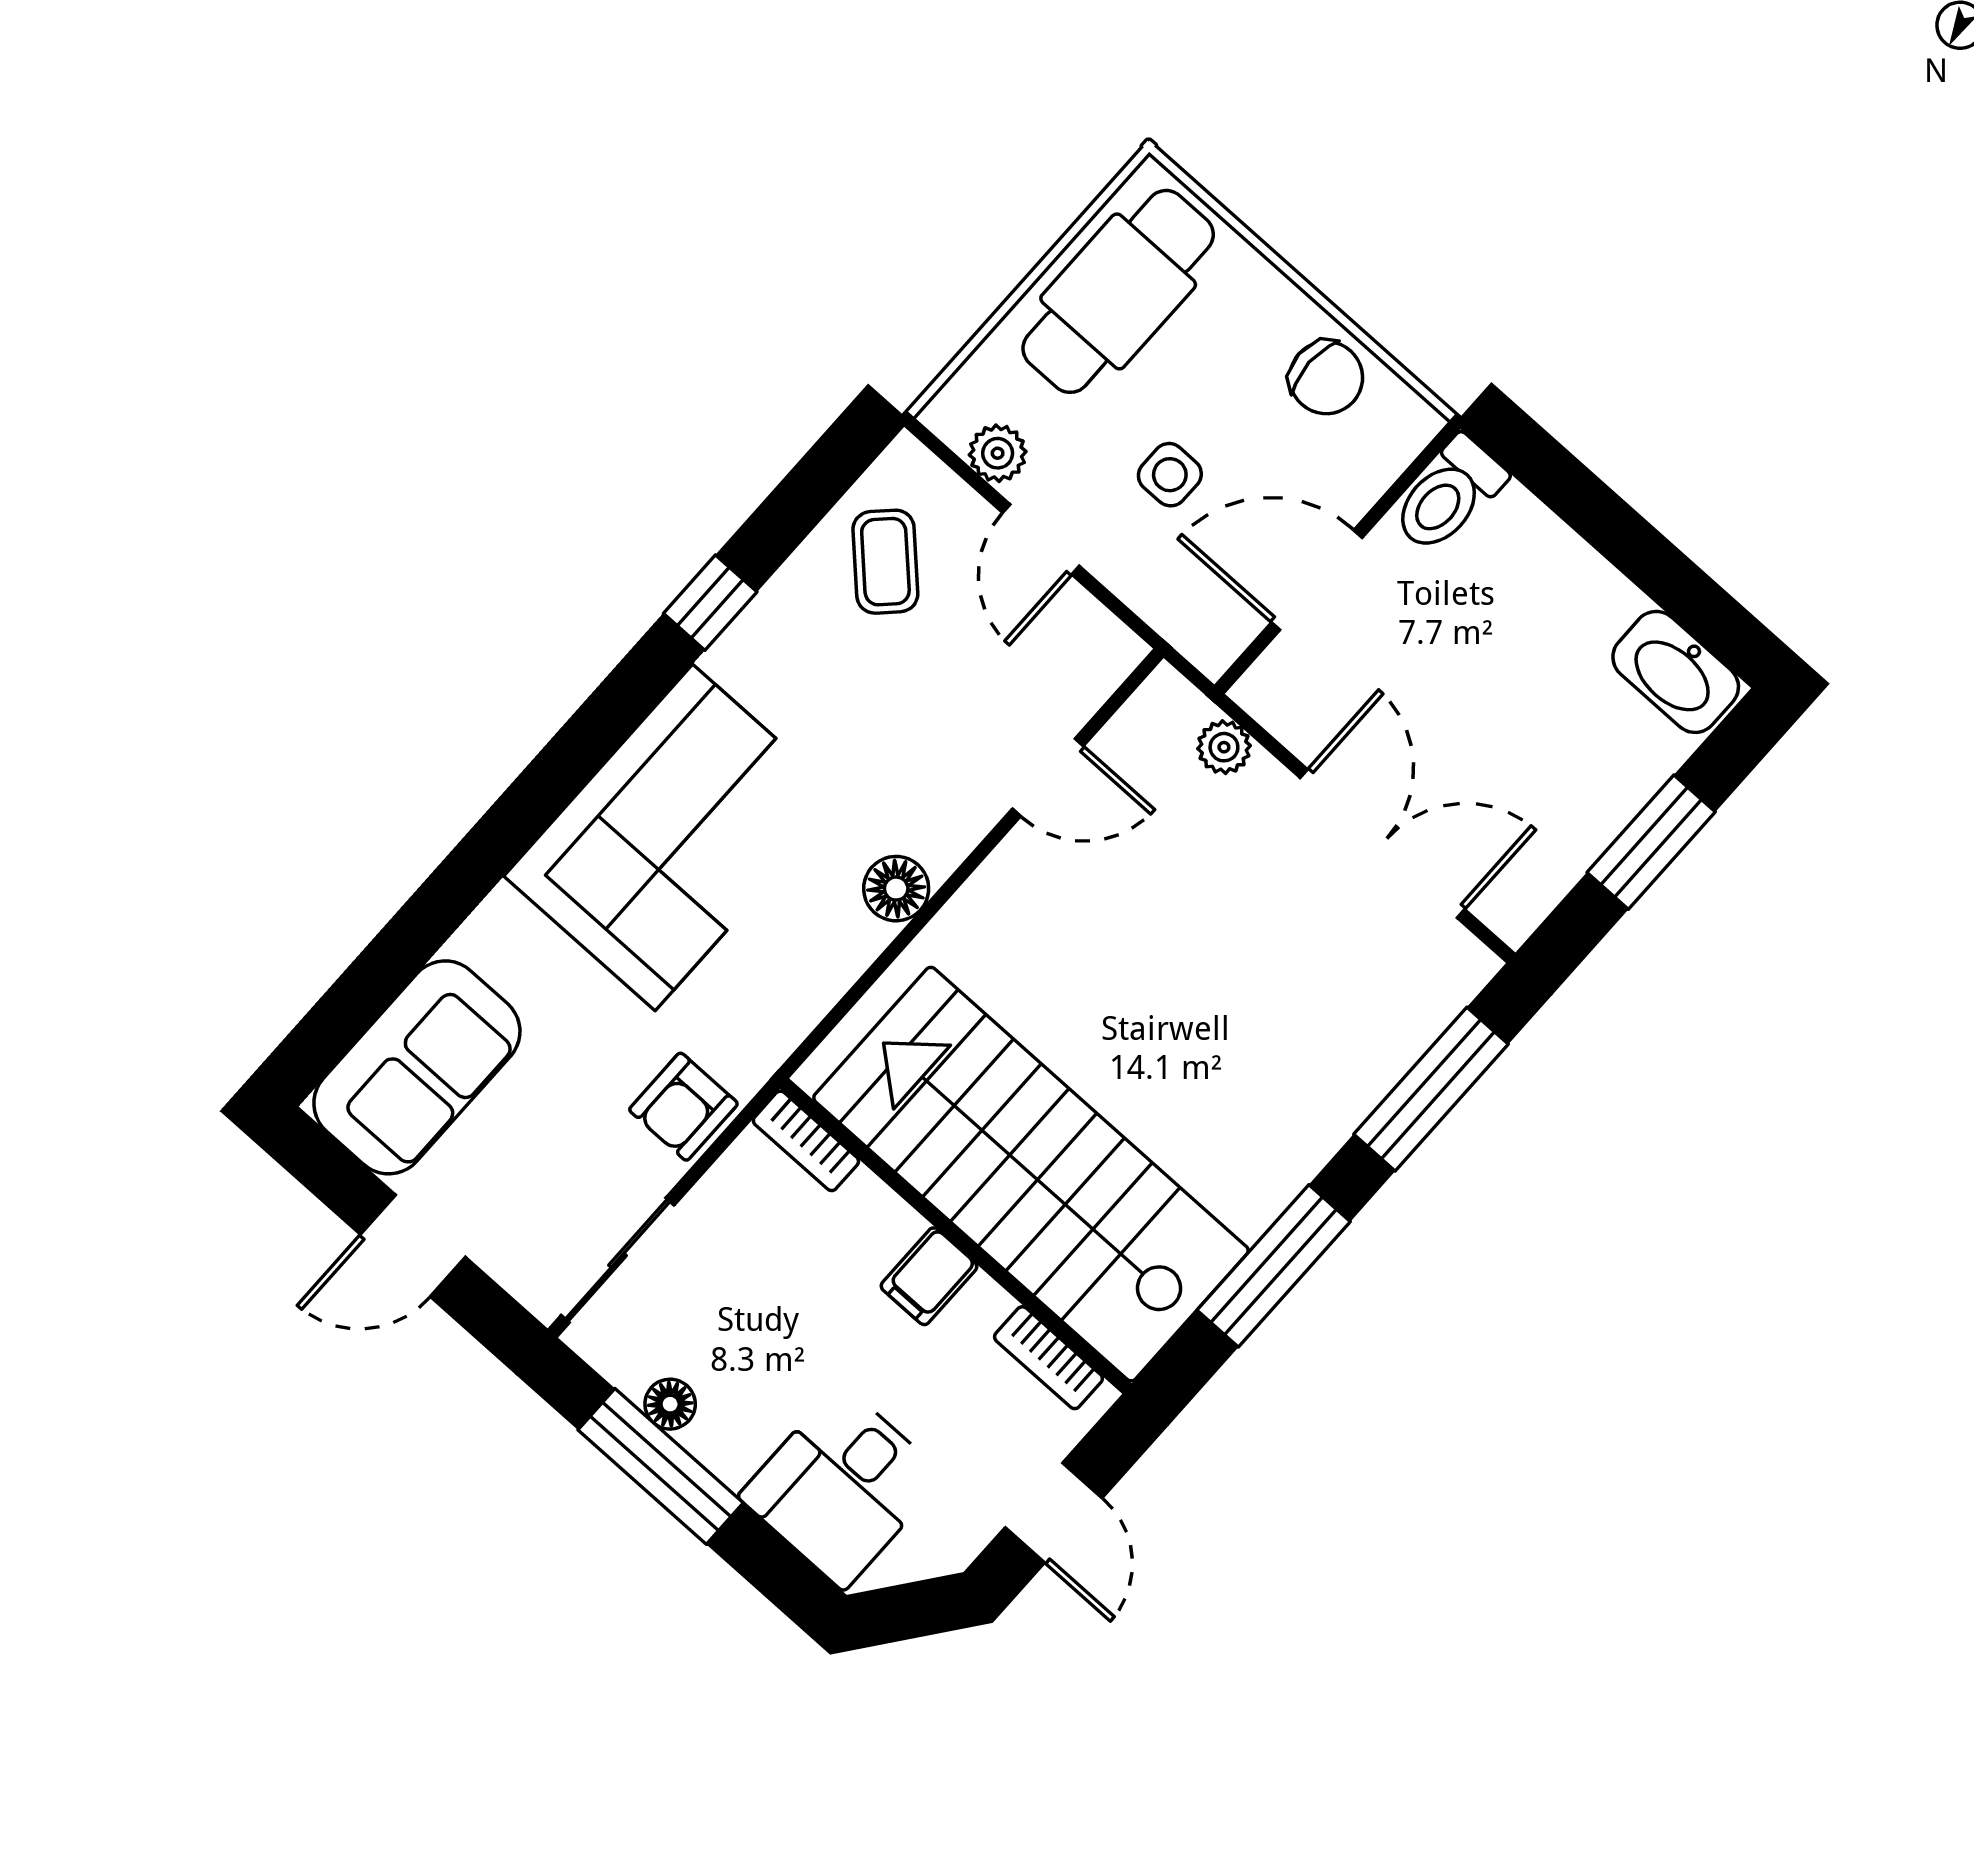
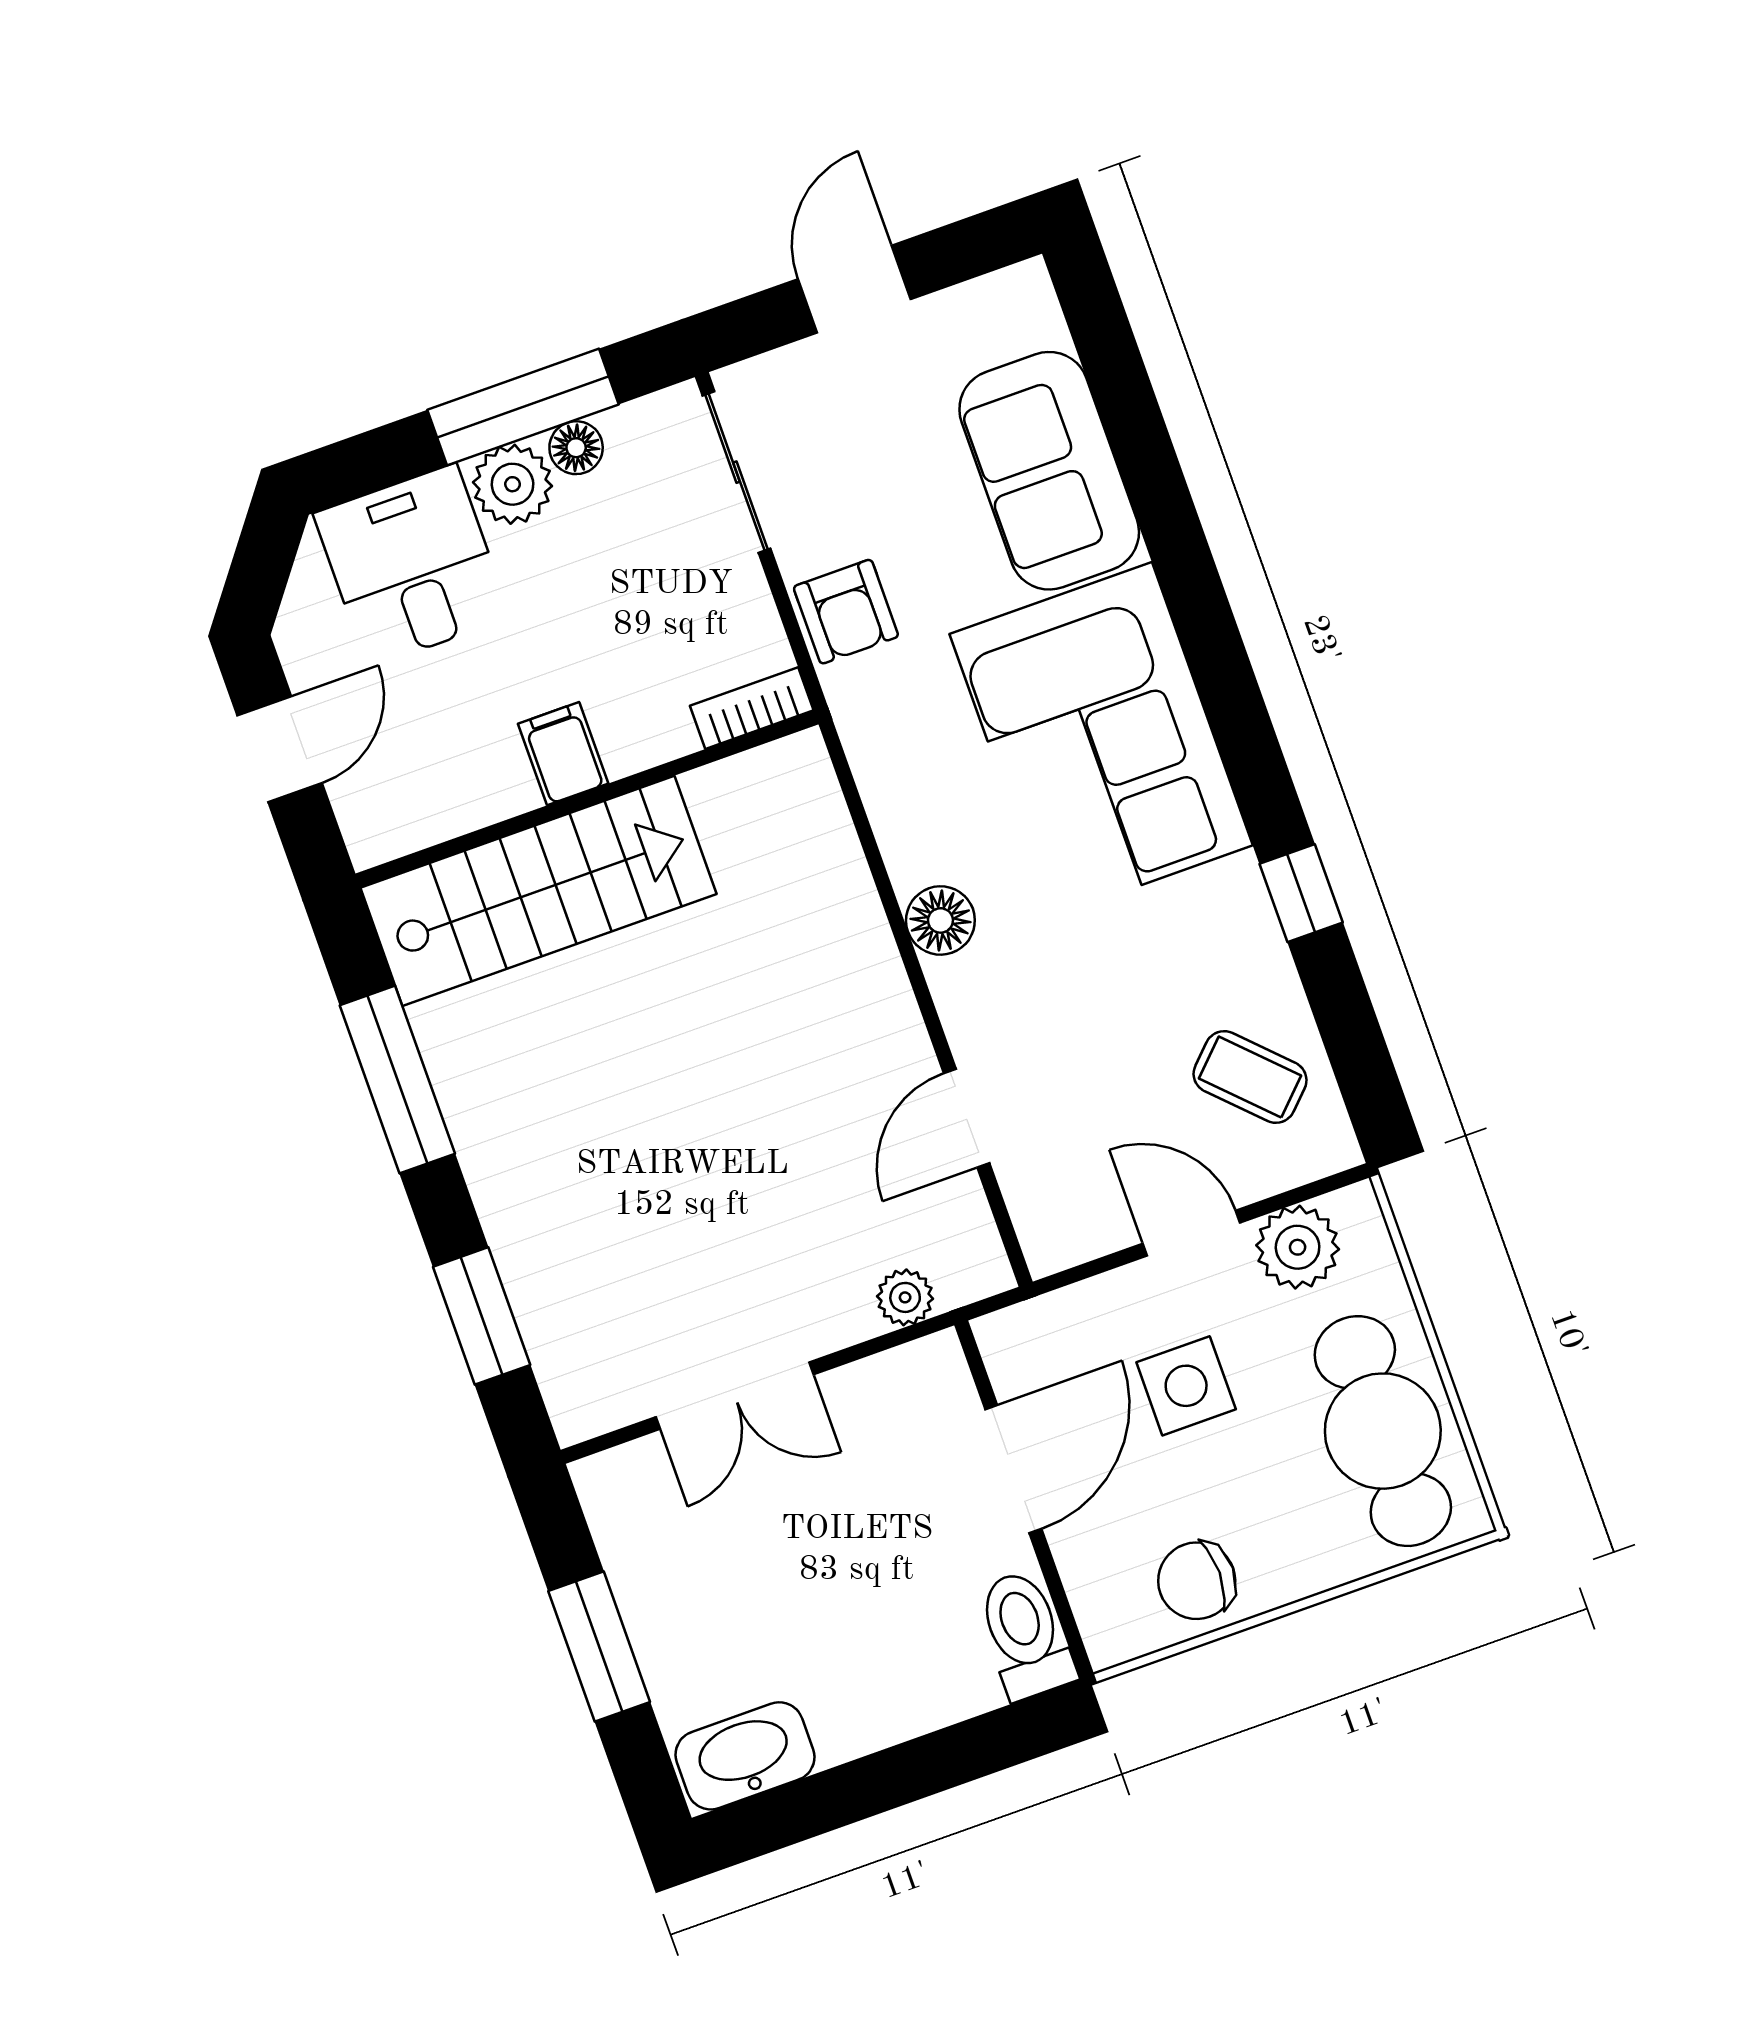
plant: (998, 453) -> (1298, 1247), width x1.38, depth x1.38
side table: (1170, 475) -> (1186, 1386), width x1.37, depth x1.37
double door: (1382, 844) -> (735, 1396), width x0.73
sofa: (417, 1067) -> (1049, 471), moved
window: (1431, 1089) -> (482, 1316), width x0.69
armchair: (683, 1107) -> (846, 612), turned 180
stairs: (1031, 1174) -> (538, 891), width x0.73, depth x0.66
bookcase: (1048, 1358) -> (427, 823), removed
plant: (729, 1440) -> (513, 484), added
door: (1054, 1513) -> (280, 749), swing flipped

